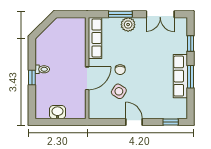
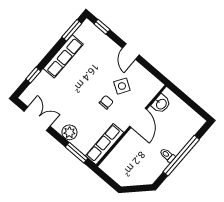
window: (120, 14) -> (77, 153), moved
window: (191, 77) -> (72, 30), moved
window: (32, 78) -> (181, 156), width x3.17
door: (87, 78) -> (138, 118), swing flipped
washbasin: (58, 112) -> (161, 104), moved, turned -90

